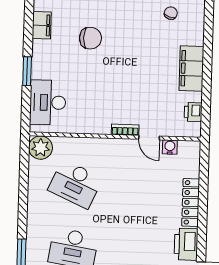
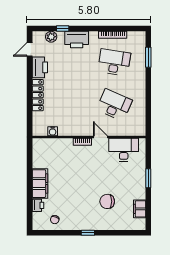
desk: (48, 102) -> (124, 150), moved, turned -90
printer: (193, 112) -> (38, 205), moved
door: (149, 138) -> (100, 137), moved
plant: (41, 148) -> (138, 128), removed

